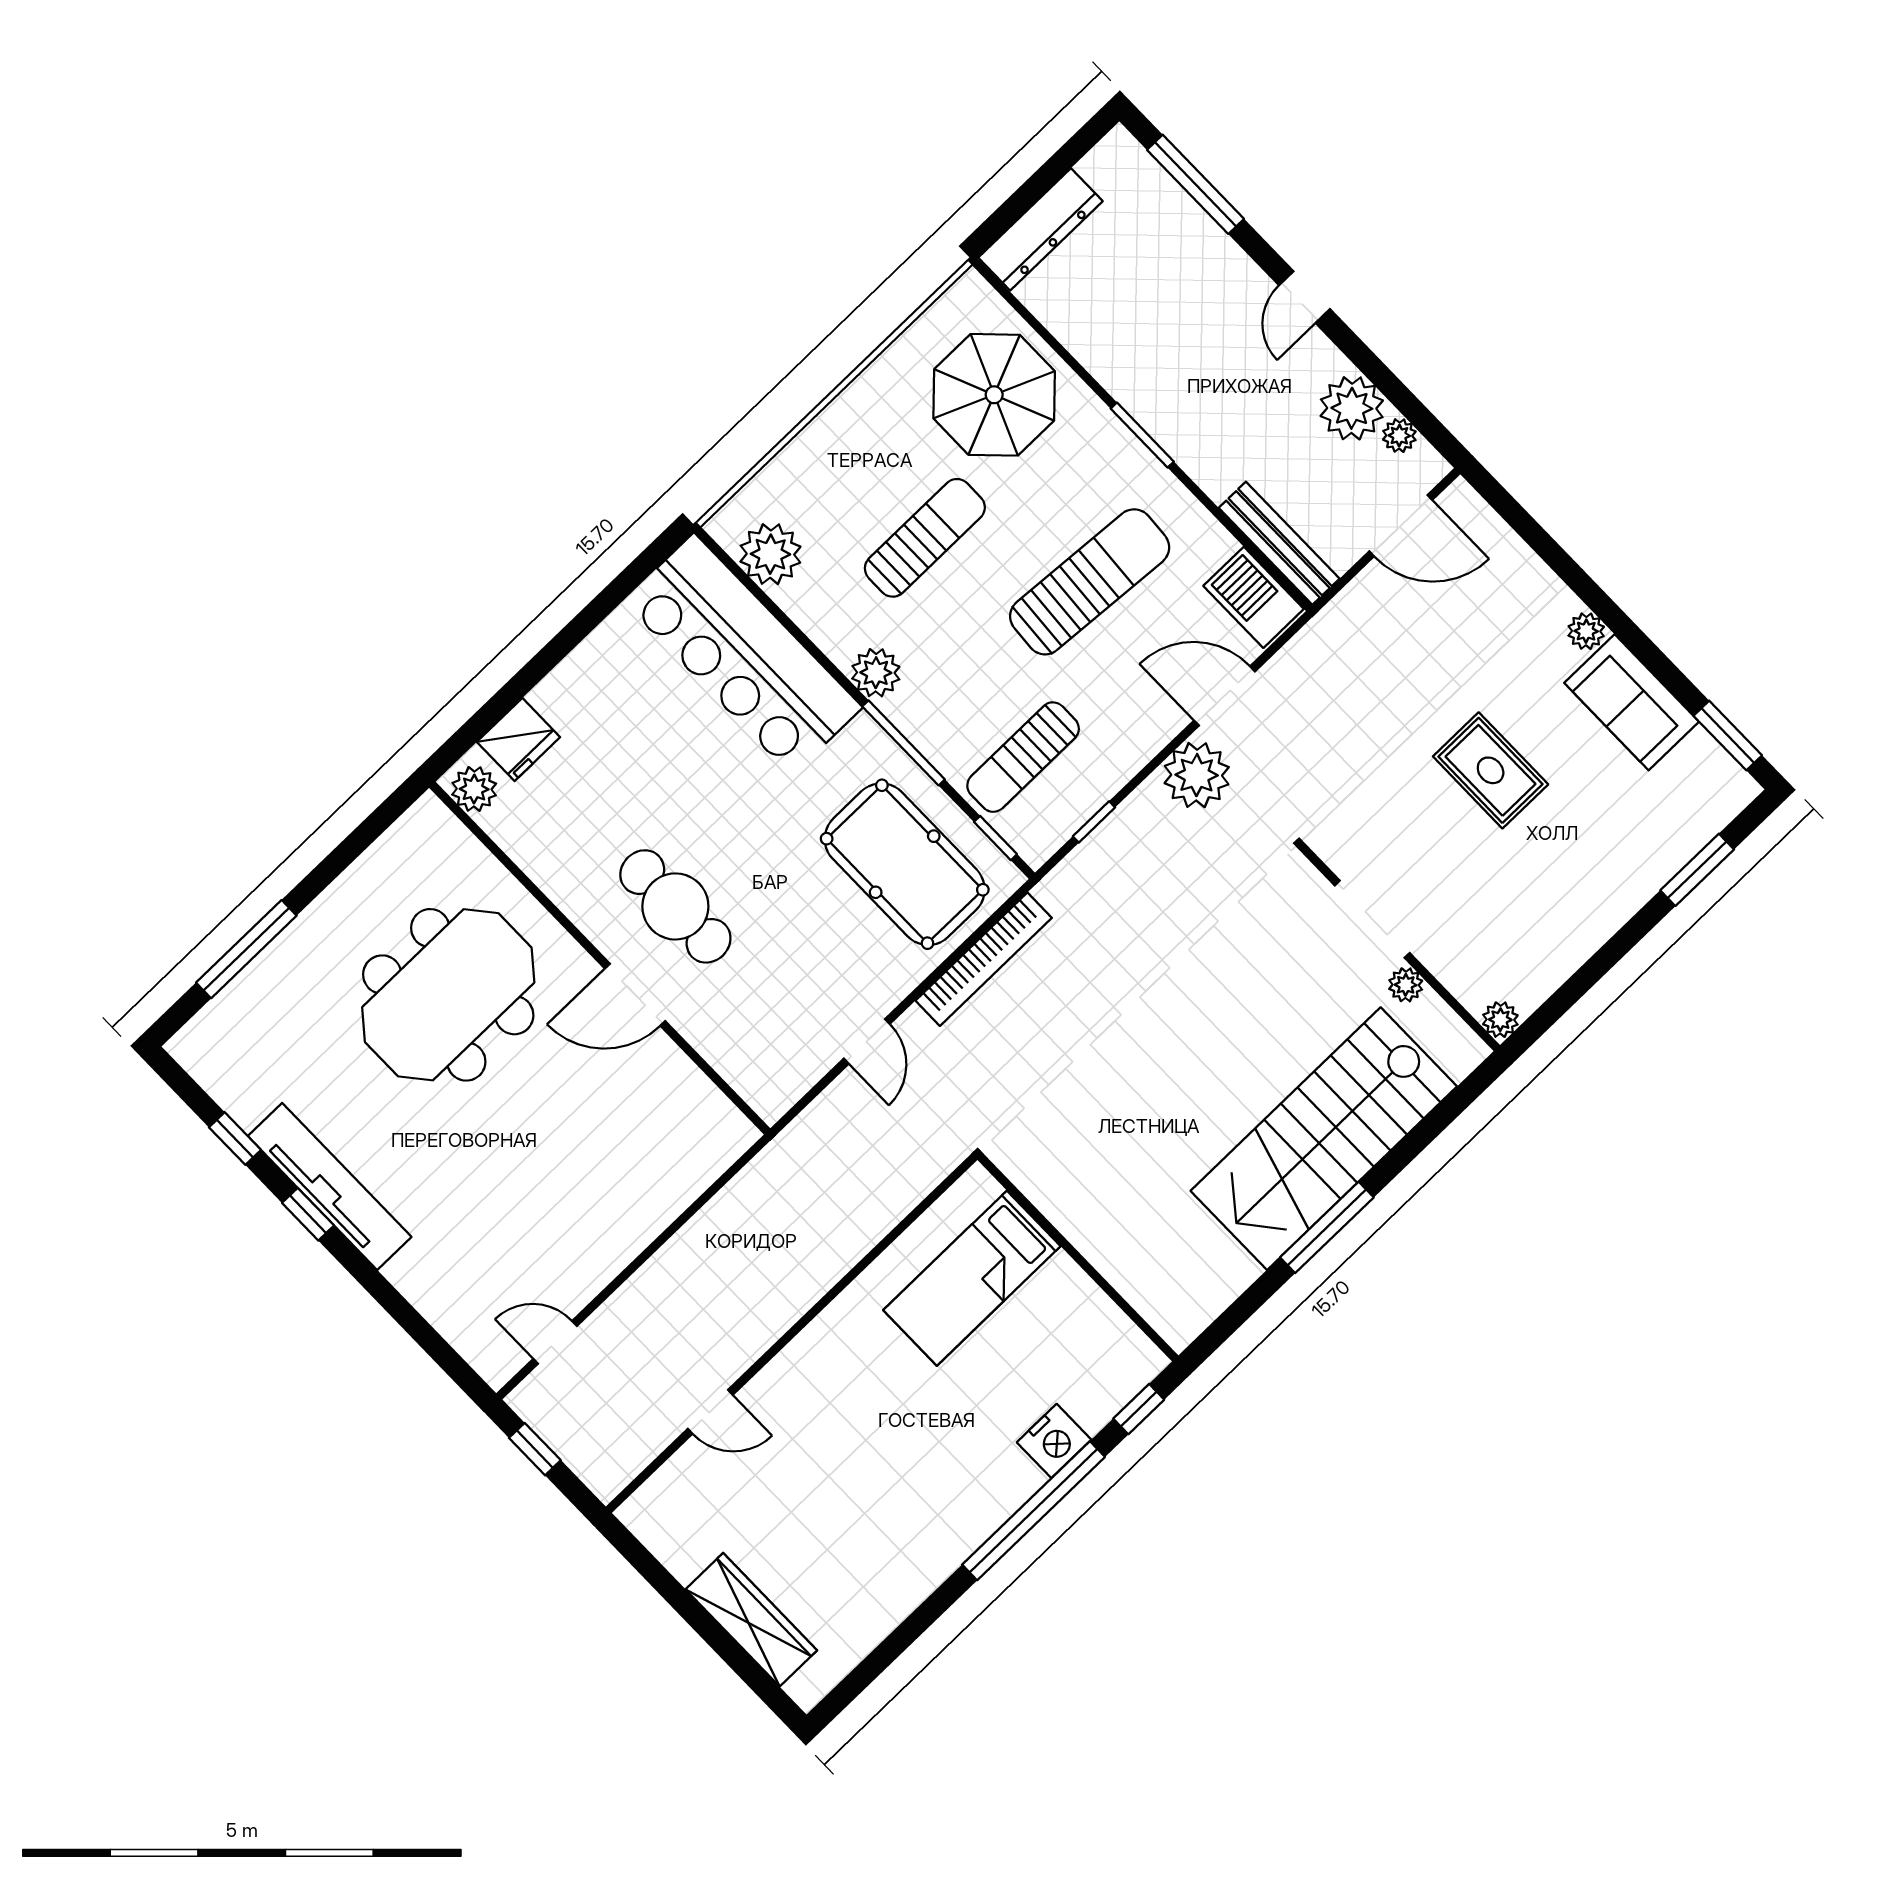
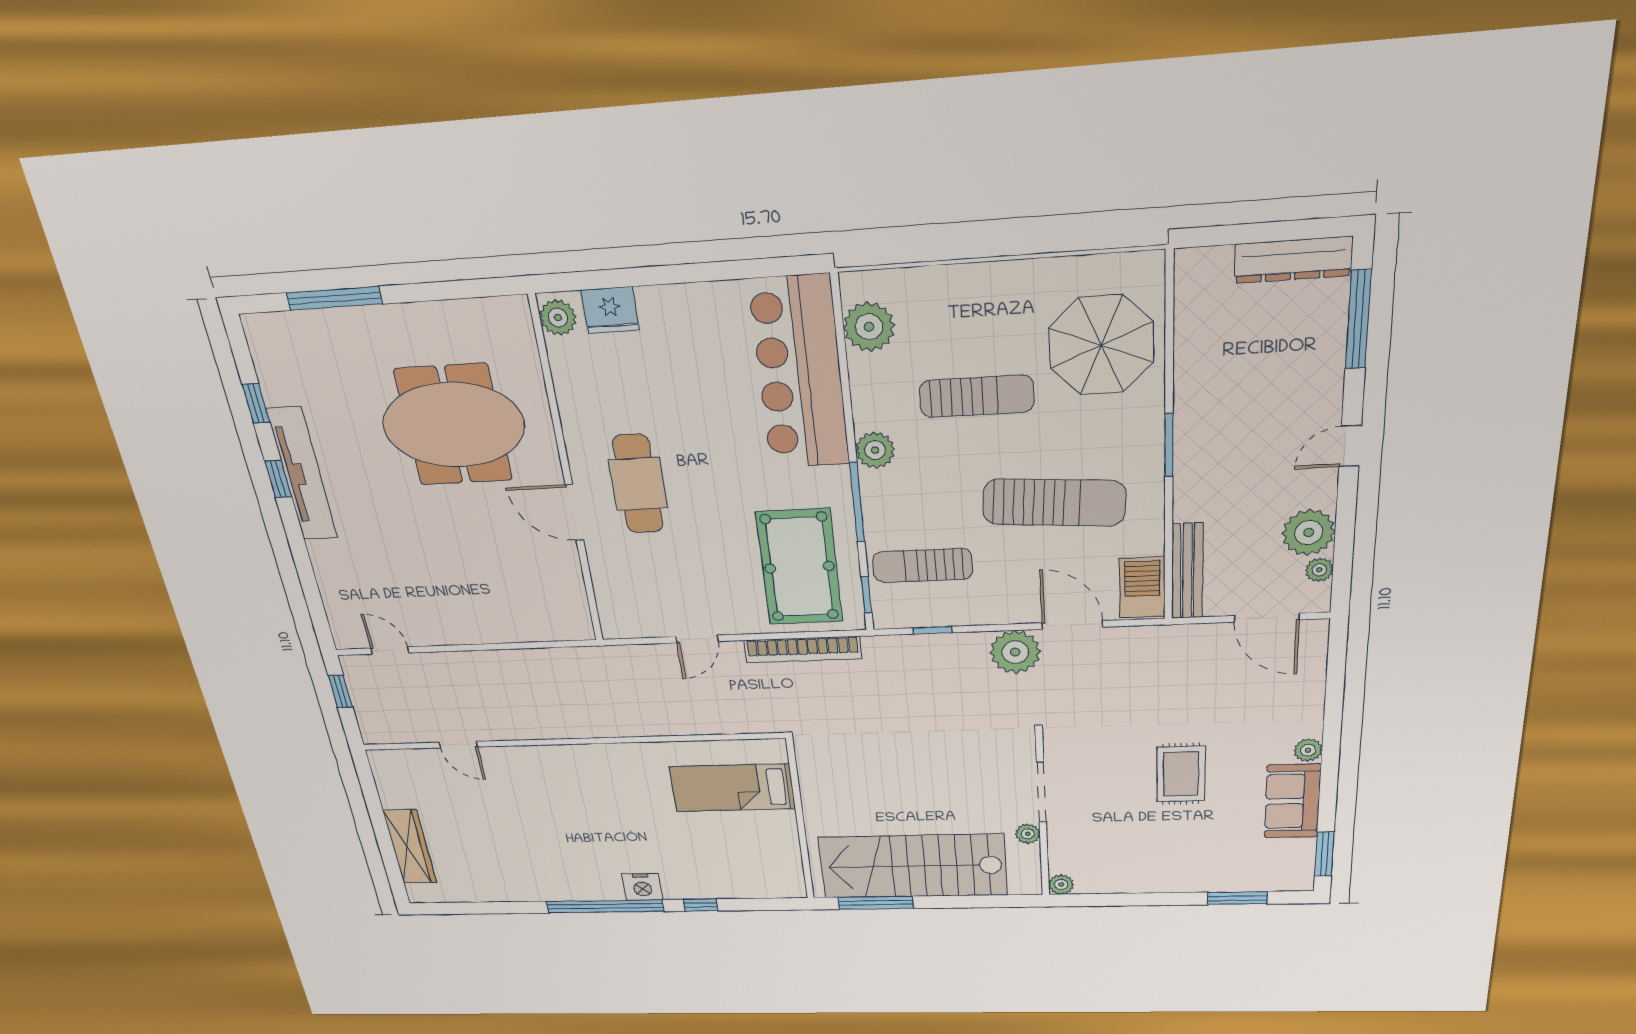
dresser: (1040, 229) -> (1293, 260), moved
wall: (1078, 1258) -> (800, 820), moved
bed: (972, 1278) -> (732, 788), moved

